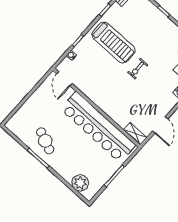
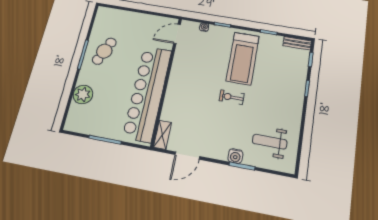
plant: (80, 183) -> (83, 94), moved

